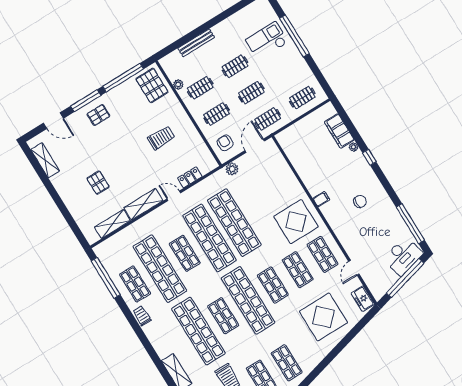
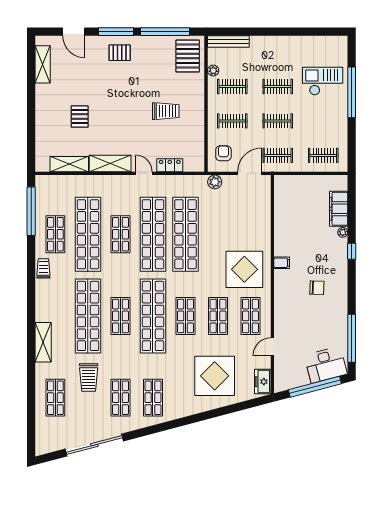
bench: (196, 43) -> (228, 41), moved

